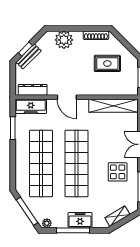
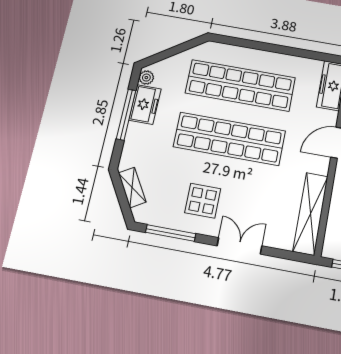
window: (13, 128) -> (303, 53), removed
window: (27, 211) -> (172, 52), removed
freezer: (80, 220) -> (145, 104), moved

